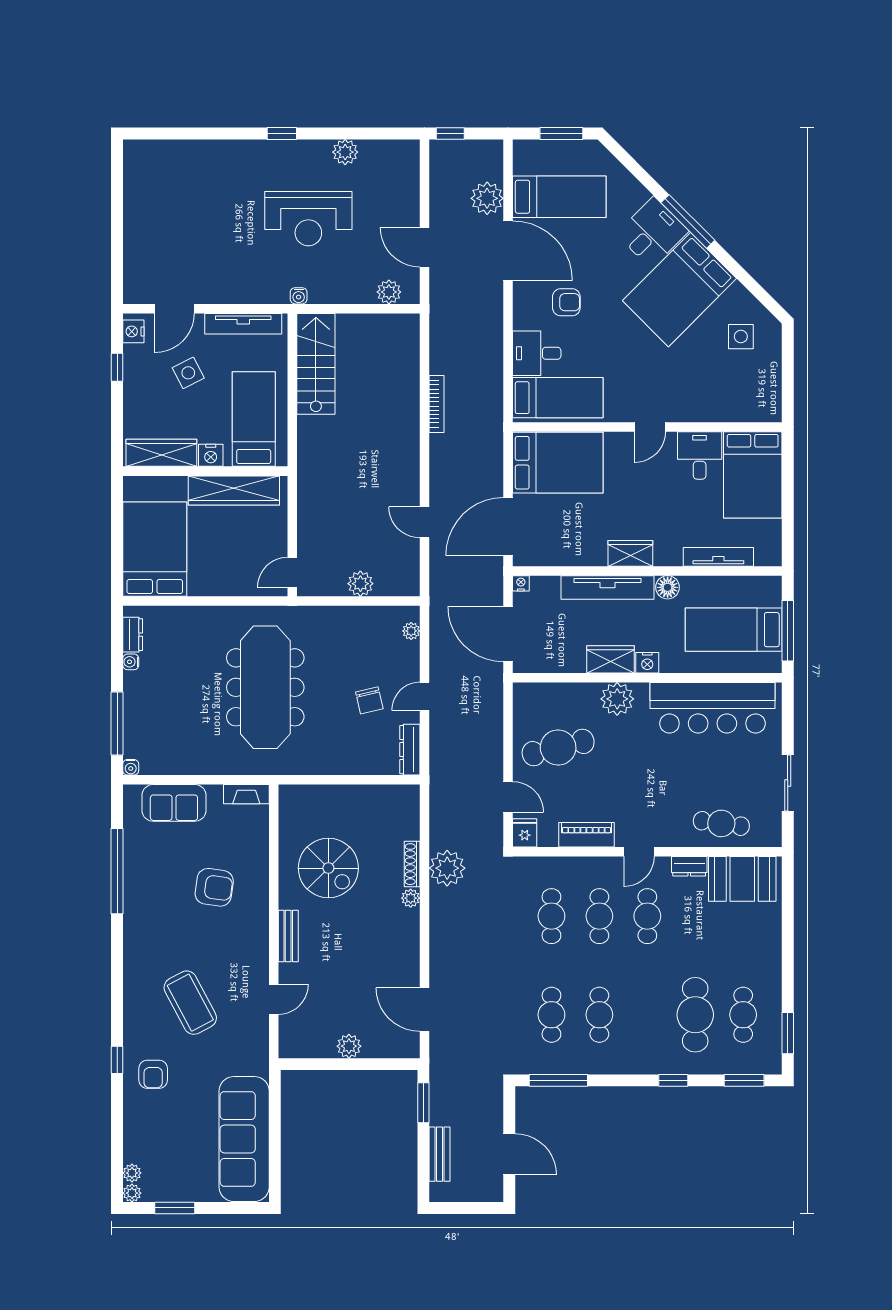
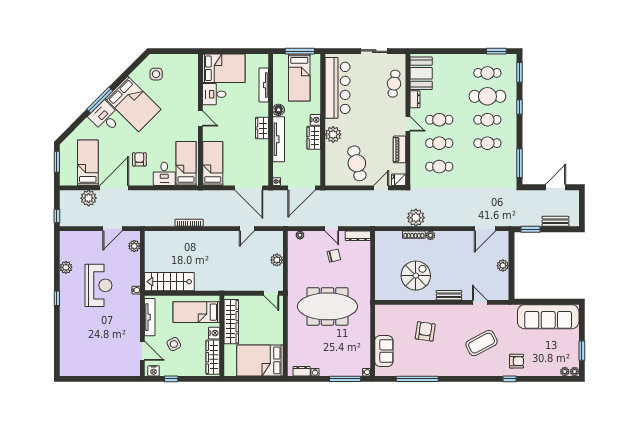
bed: (558, 463) -> (213, 163), width x0.67
fireplace: (246, 794) -> (380, 316), removed
cafe table: (551, 1015) -> (487, 120), moved

